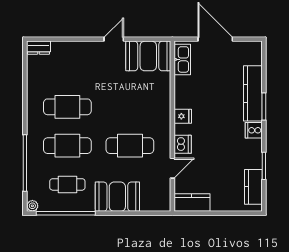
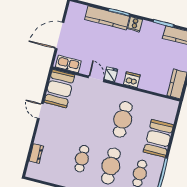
dresser: (38, 48) -> (36, 153), moved
cafe table: (67, 107) -> (82, 159), width x0.73, depth x0.74
door: (172, 168) -> (96, 79), moved

